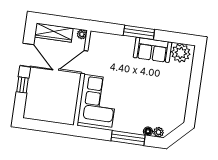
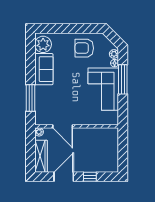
window: (139, 32) -> (30, 98), moved
armchair: (170, 99) -> (84, 48), added
corner sofa: (98, 101) -> (103, 89), moved, turned -90

